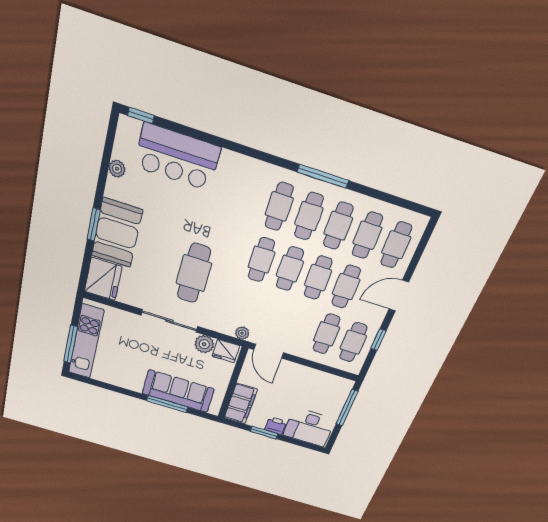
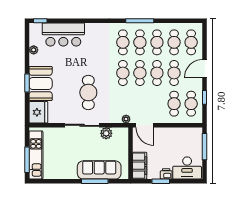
fridge: (226, 351) -> (120, 133), removed

